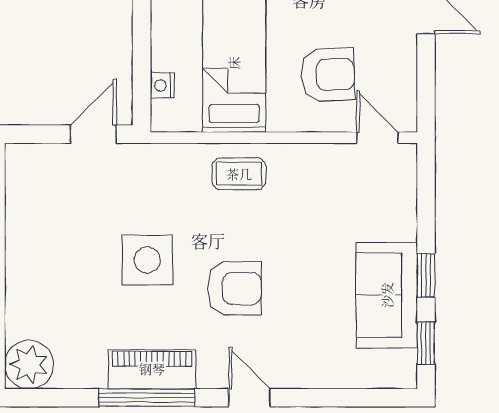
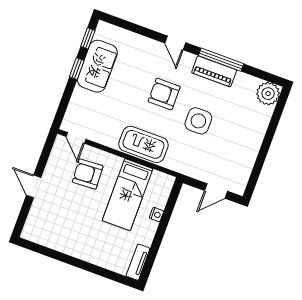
nightstand: (162, 85) -> (157, 215), moved
door: (93, 134) -> (216, 191), moved
coffee table: (239, 174) -> (143, 144), width x1.86, depth x1.72

